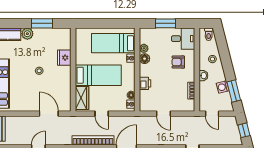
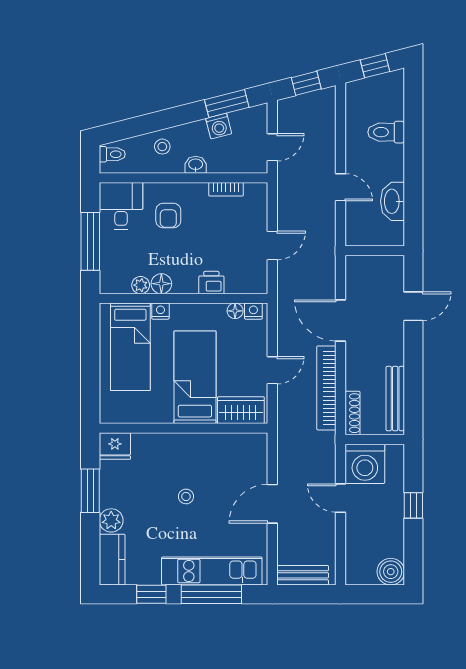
window: (165, 23) -> (90, 241), width x1.44
fridge: (64, 58) -> (115, 446), moved
door: (49, 114) -> (272, 504), moved

